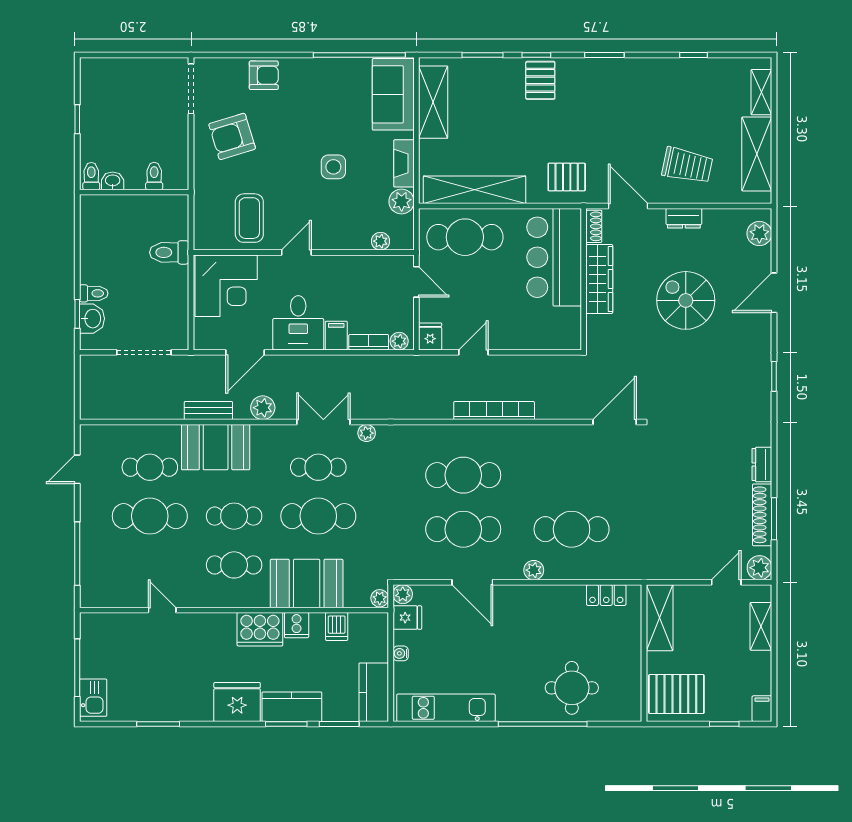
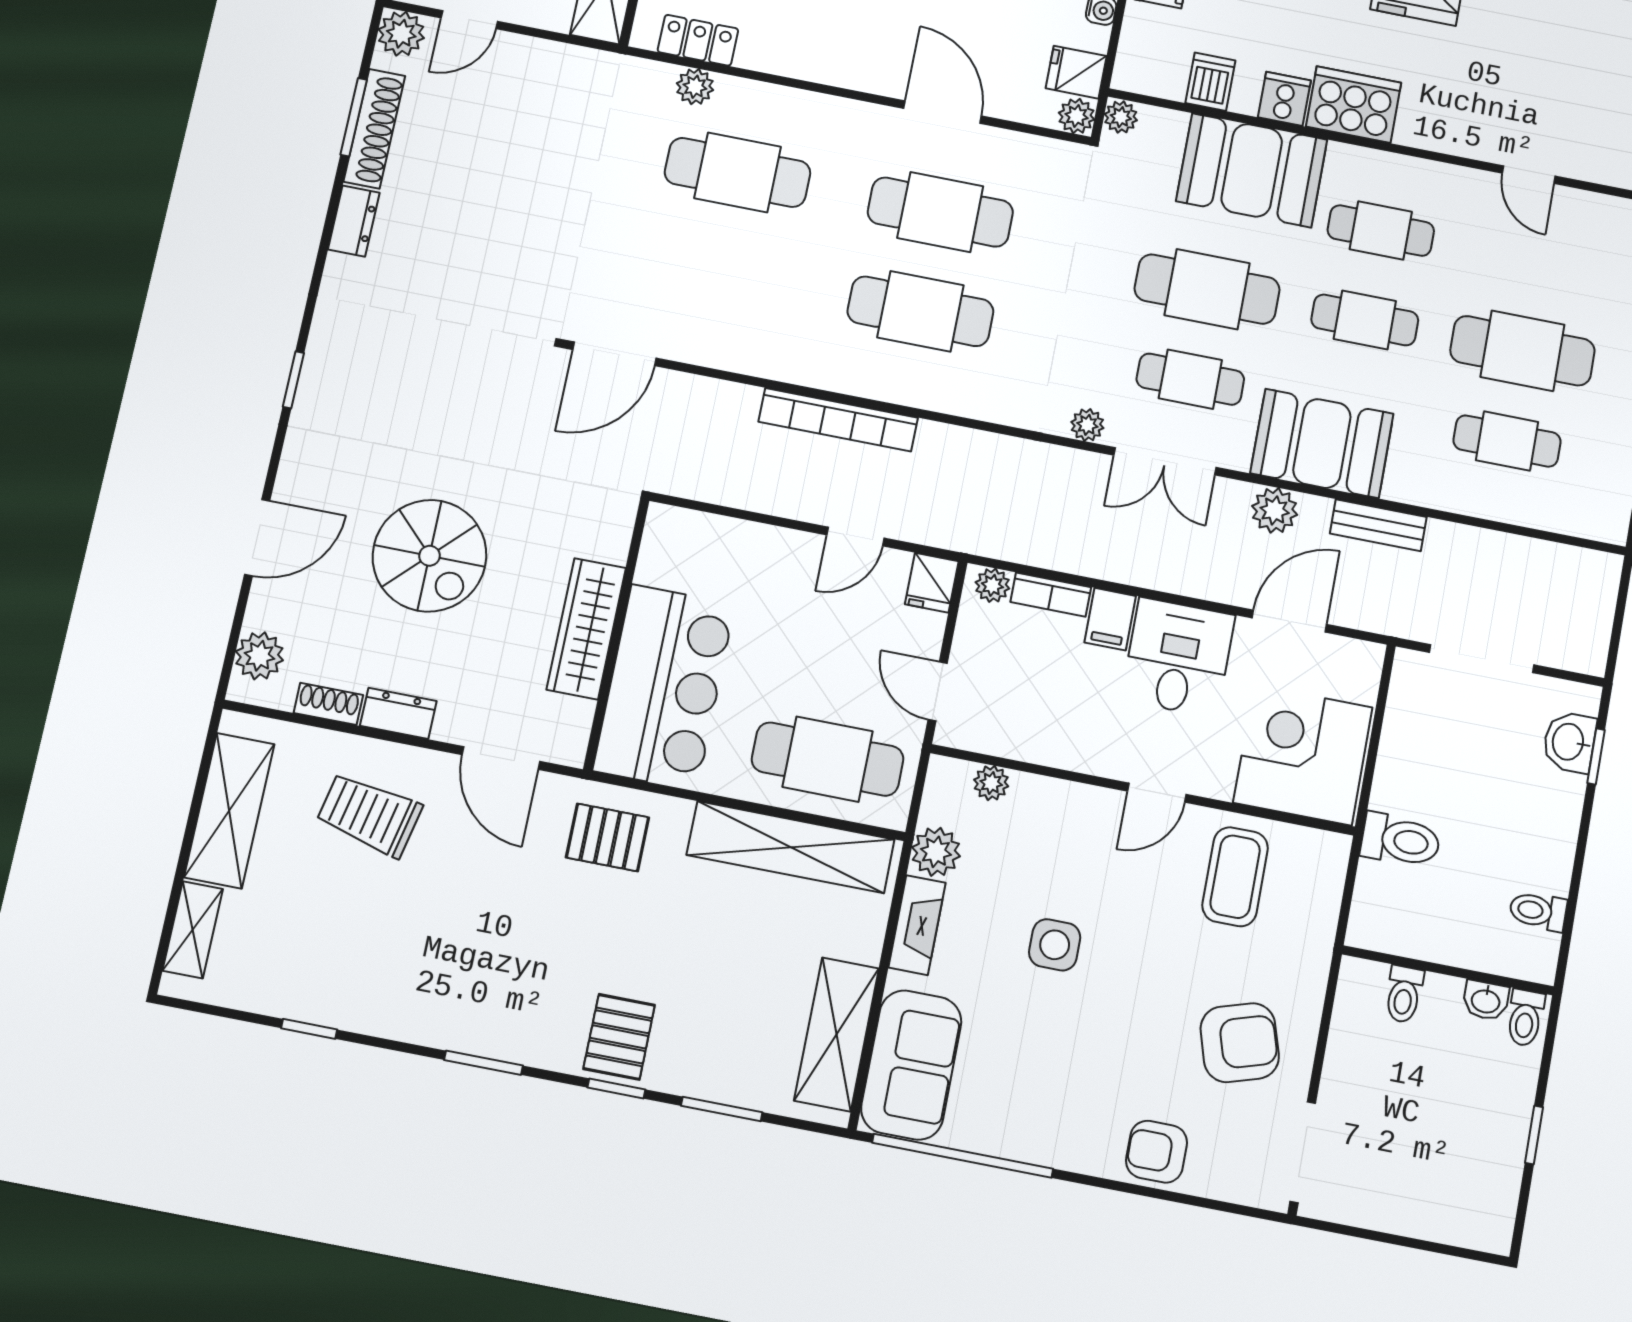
shoe rack: (594, 226) -> (328, 704), moved, turned 90
toilet: (94, 293) -> (1538, 911), moved
booth: (216, 447) -> (1322, 443), moved
plant: (534, 570) -> (695, 87), moved

